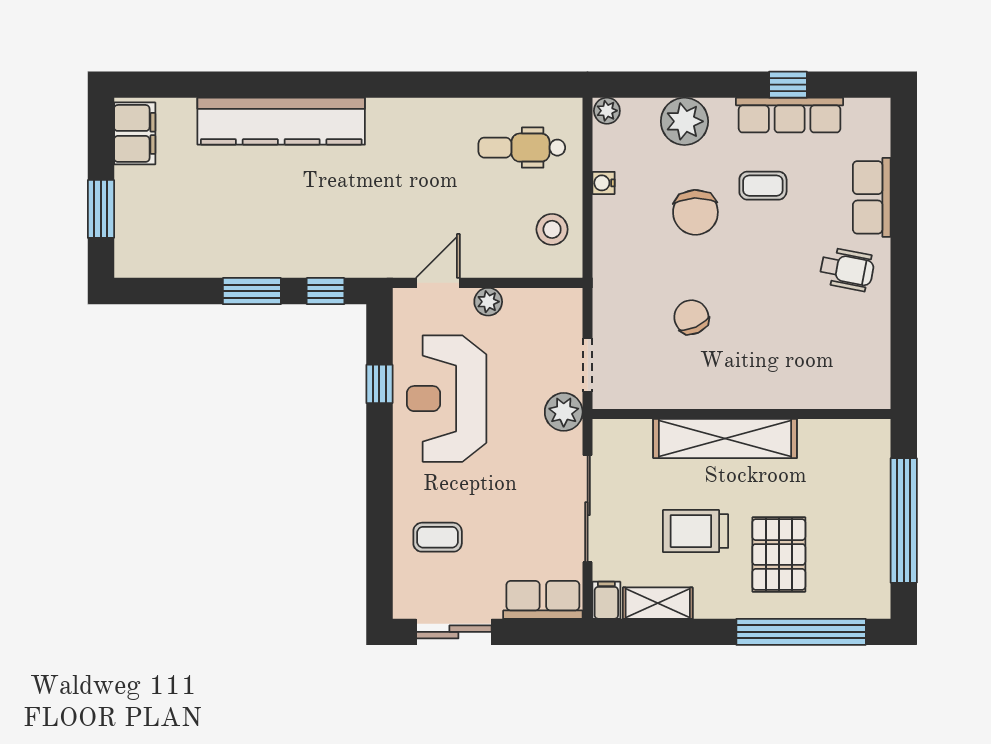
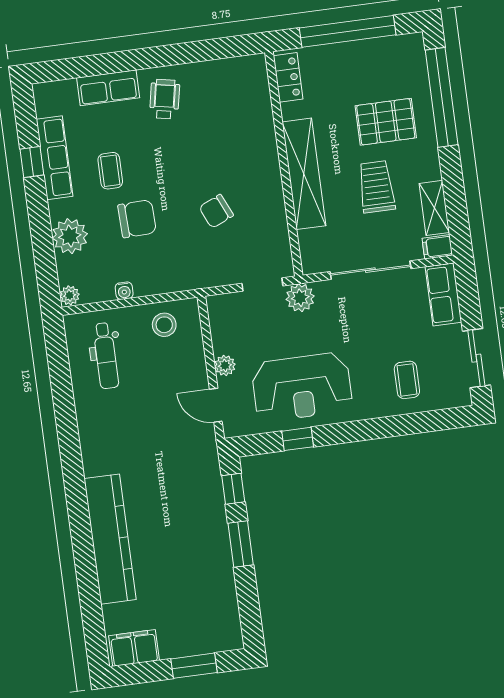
locker: (854, 435) -> (288, 77), added
trolley: (696, 531) -> (376, 187), turned 180

